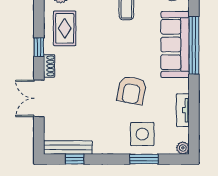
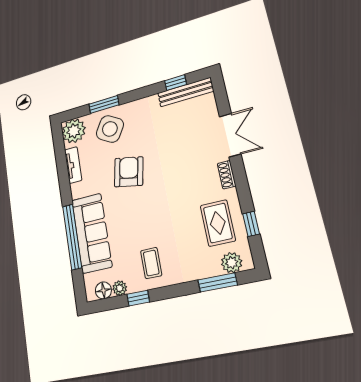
window: (39, 47) -> (251, 224), moved
side table: (142, 134) -> (110, 129), turned 31
plant: (183, 148) -> (74, 131), width x1.88, depth x1.88

